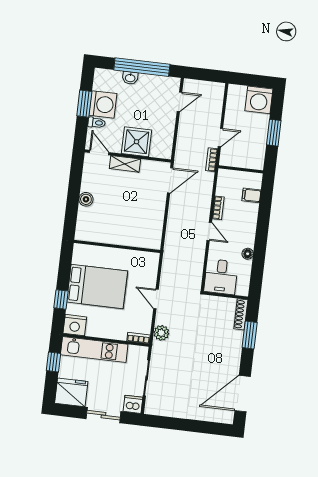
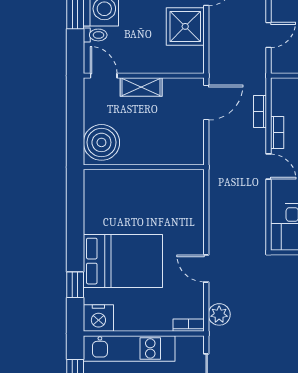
shower: (137, 142) -> (185, 26), moved
bookcase: (212, 160) -> (260, 111), moved
boiler: (86, 199) -> (101, 142), width x1.86, depth x1.86
wall: (117, 246) -> (144, 167), moved

